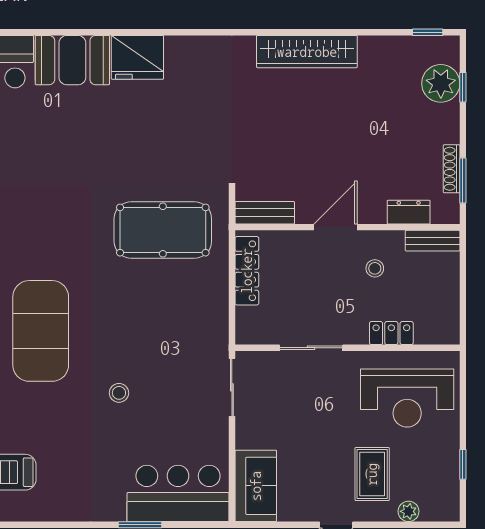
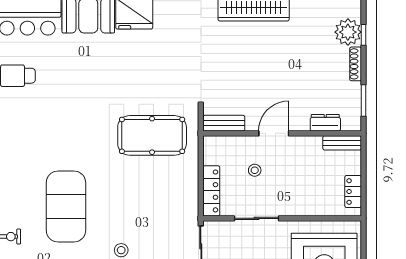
shoe rack: (452, 169) -> (356, 64), moved
stool: (375, 268) -> (255, 170), moved
locker: (247, 271) -> (211, 191), moved
locker: (391, 333) -> (353, 192), moved, turned -90

